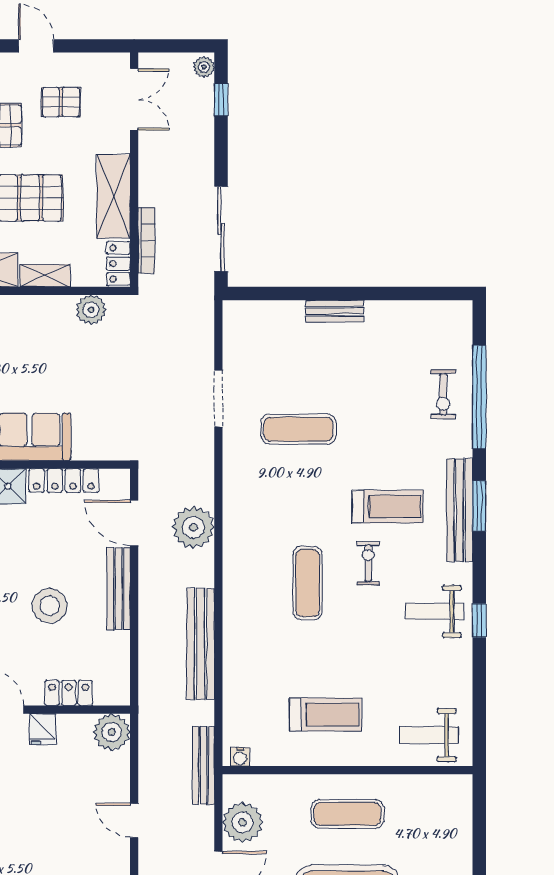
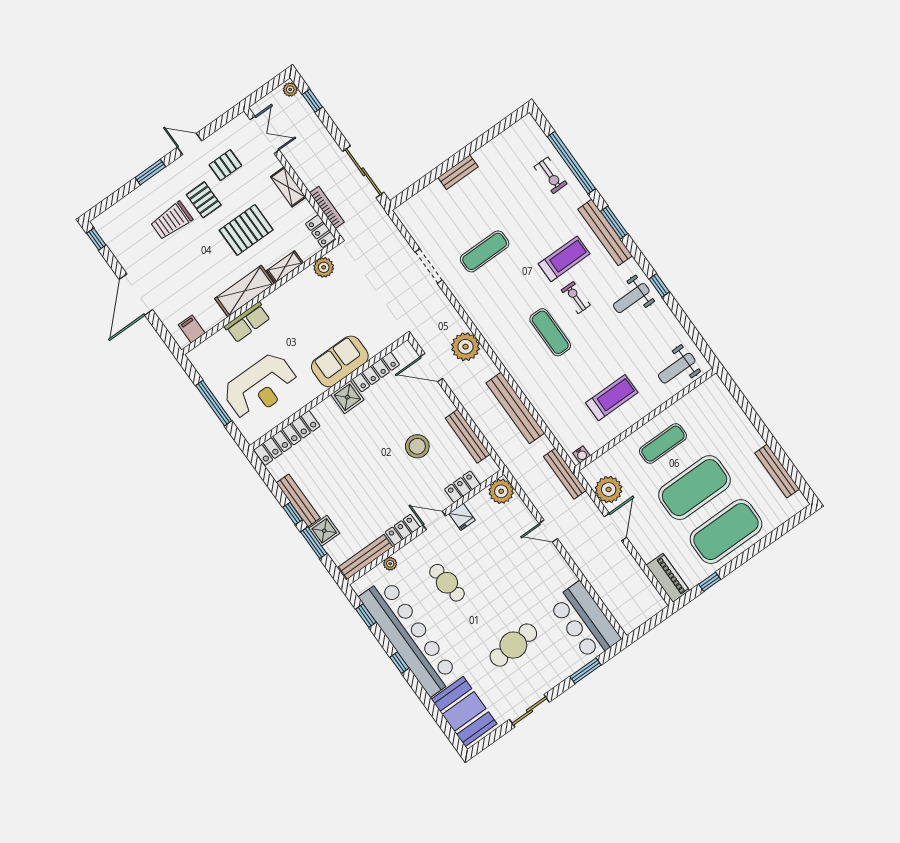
shelving: (113, 196) -> (288, 187), width x0.67, depth x0.75
bench: (119, 589) -> (468, 436), moved

